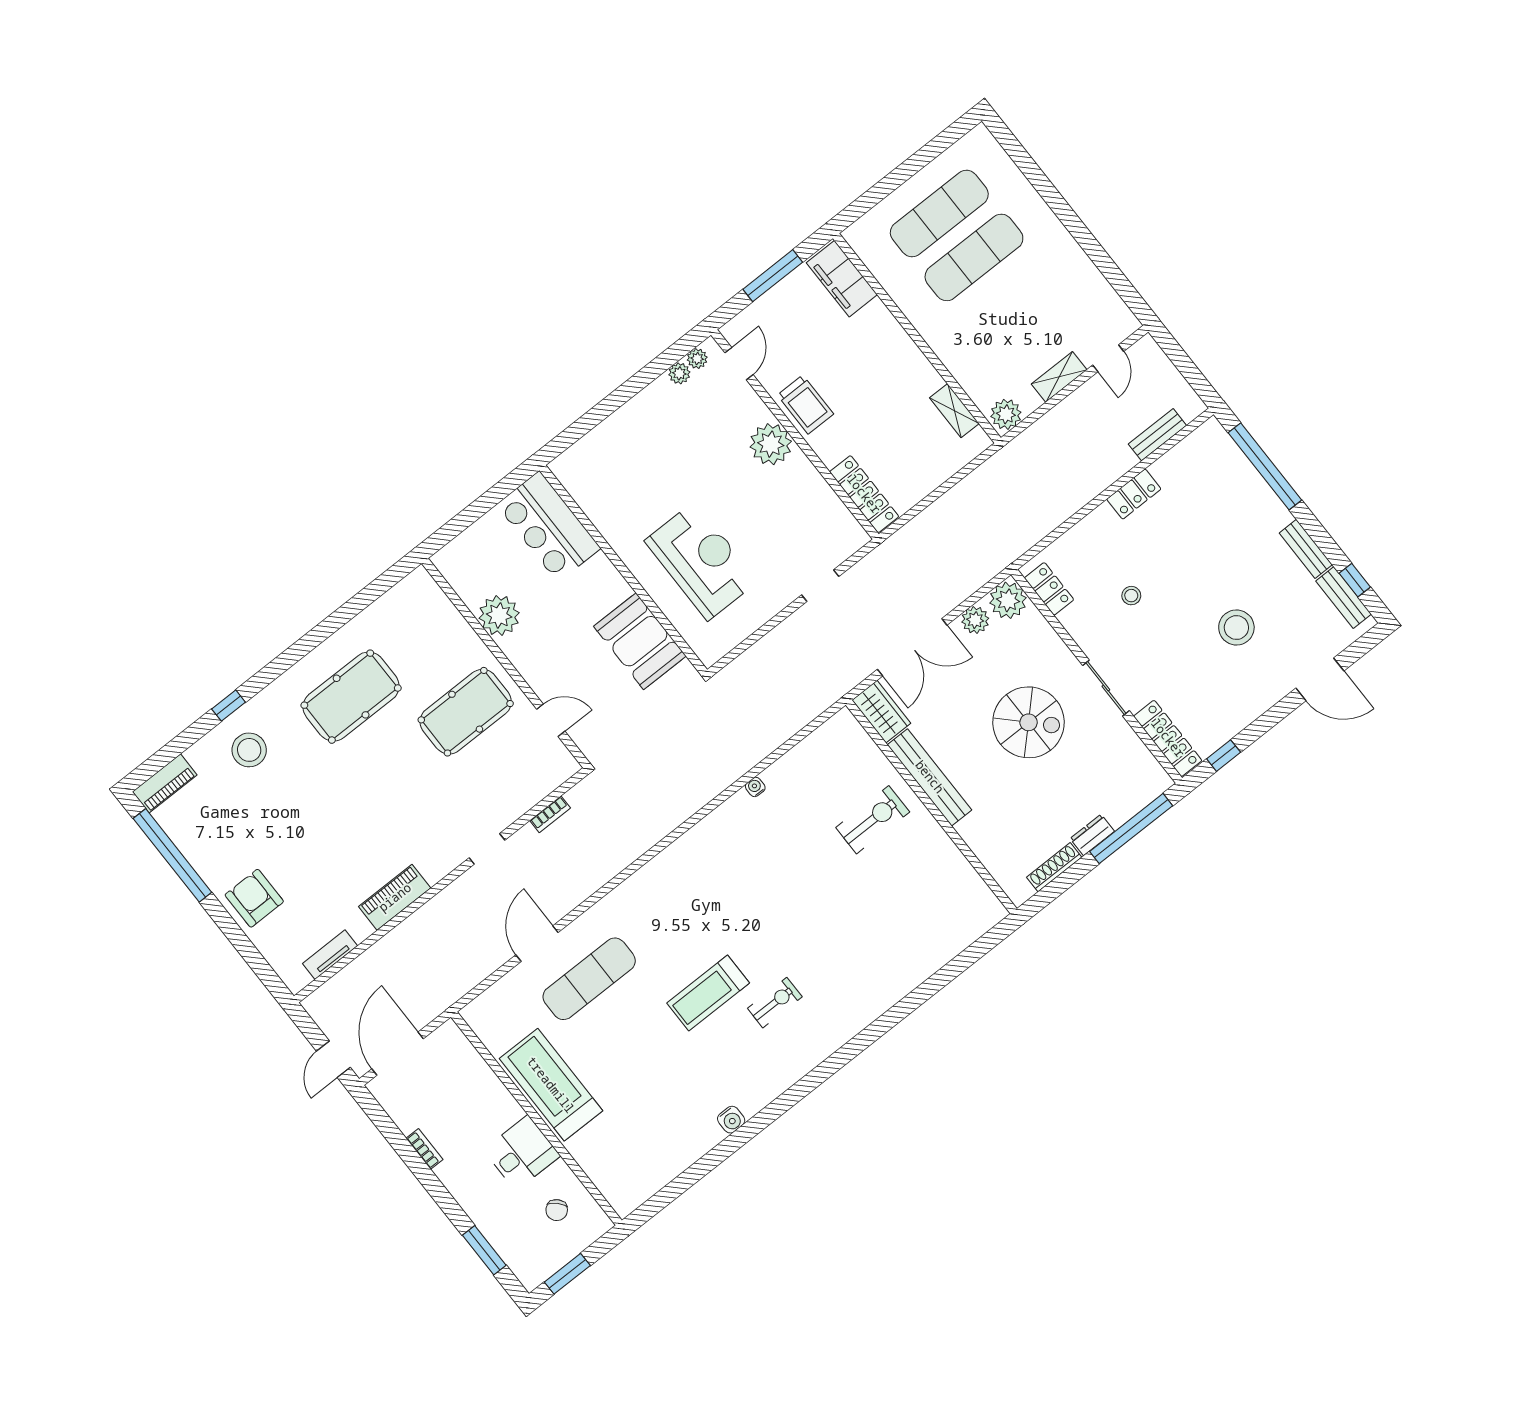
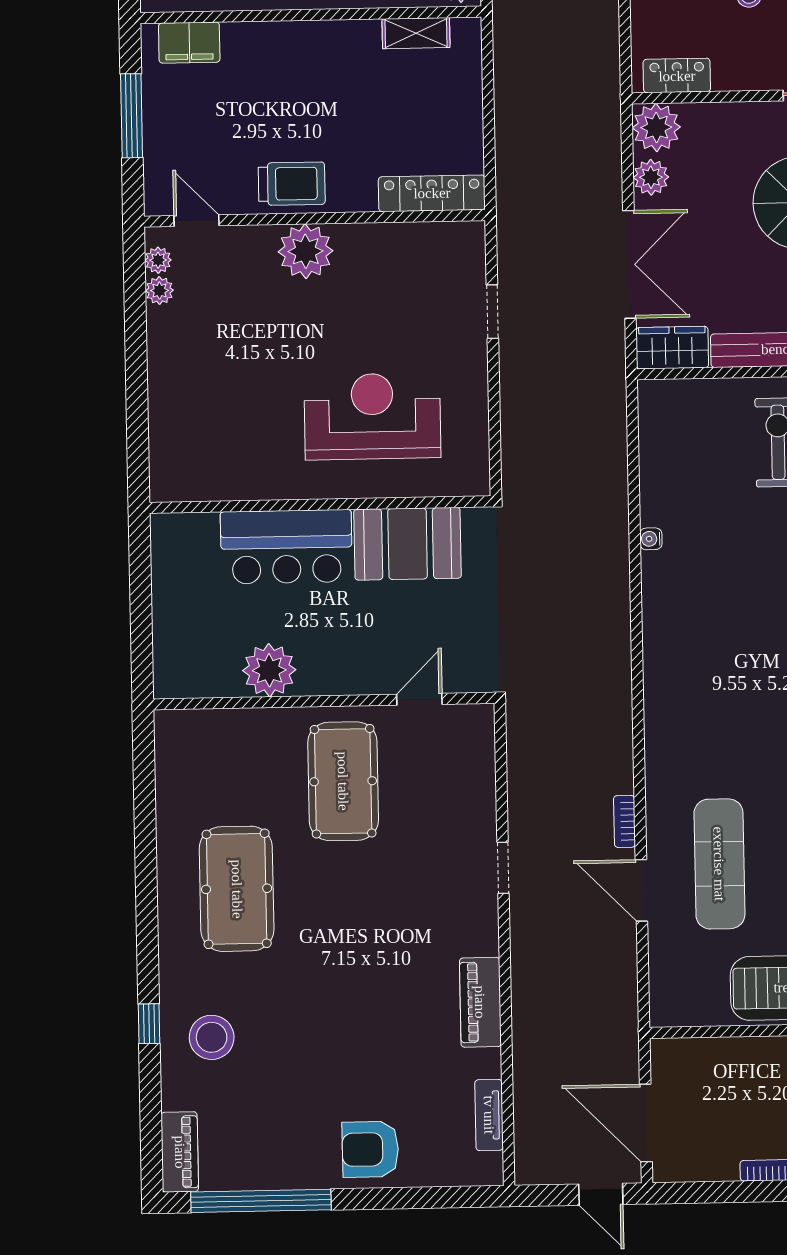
filing cabinet: (842, 279) -> (189, 43), width x0.67, depth x0.86
bar counter: (549, 526) -> (286, 547), moved
bookcase: (550, 814) -> (625, 821), moved, turned 180

